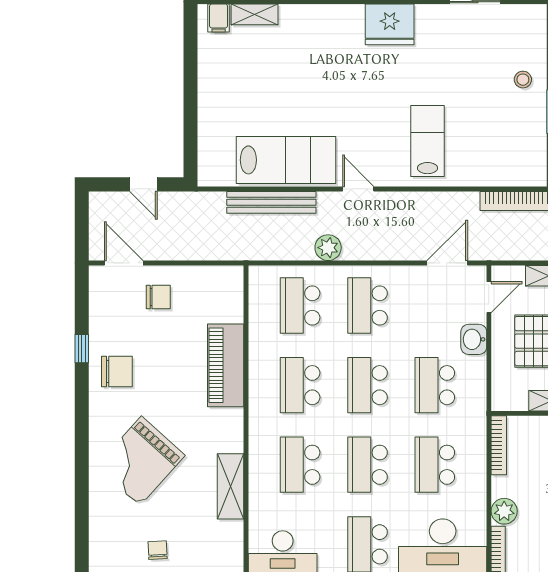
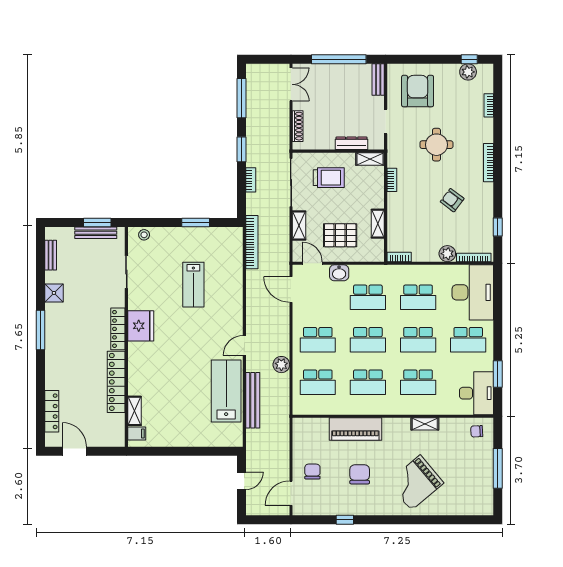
stool: (523, 80) -> (144, 235), moved
lab bench: (428, 141) -> (193, 285), moved, turned -90
chair: (117, 372) -> (360, 474), moved
bookcase: (499, 445) -> (399, 257), width x0.64
grand piano: (141, 461) -> (416, 483), turned 98
shelving: (231, 486) -> (425, 424), width x0.67, depth x0.75
chair: (158, 550) -> (477, 431), moved

